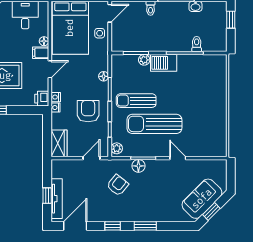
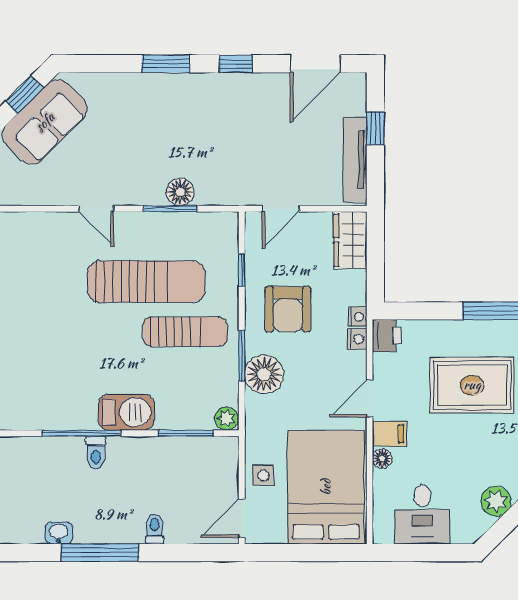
toilet: (197, 44) -> (96, 452), moved
plant: (144, 60) -> (226, 419), moved
floor lamp: (104, 76) -> (264, 374), width x1.89, depth x1.89
plant: (117, 148) -> (227, 229), removed
armchair: (118, 185) -> (225, 151), removed
tv unit: (57, 199) -> (355, 160), moved

